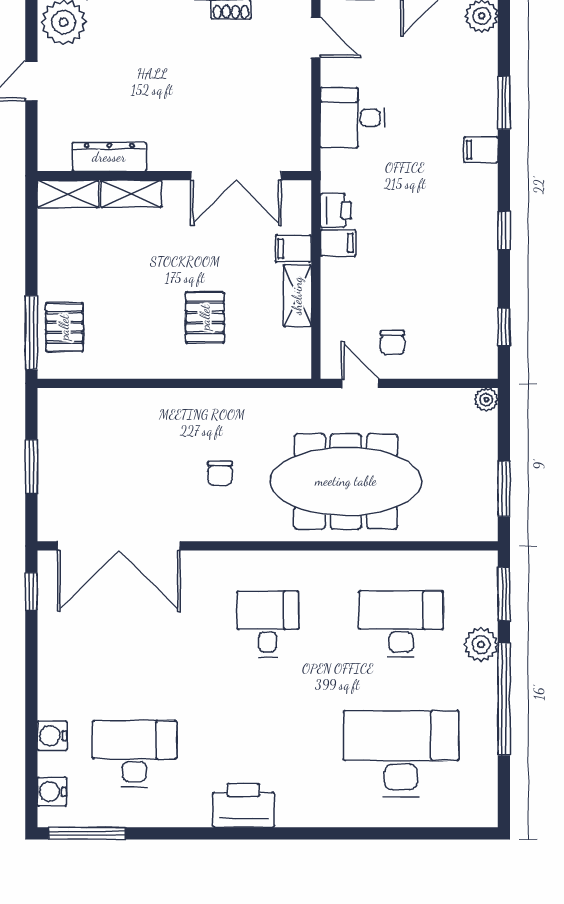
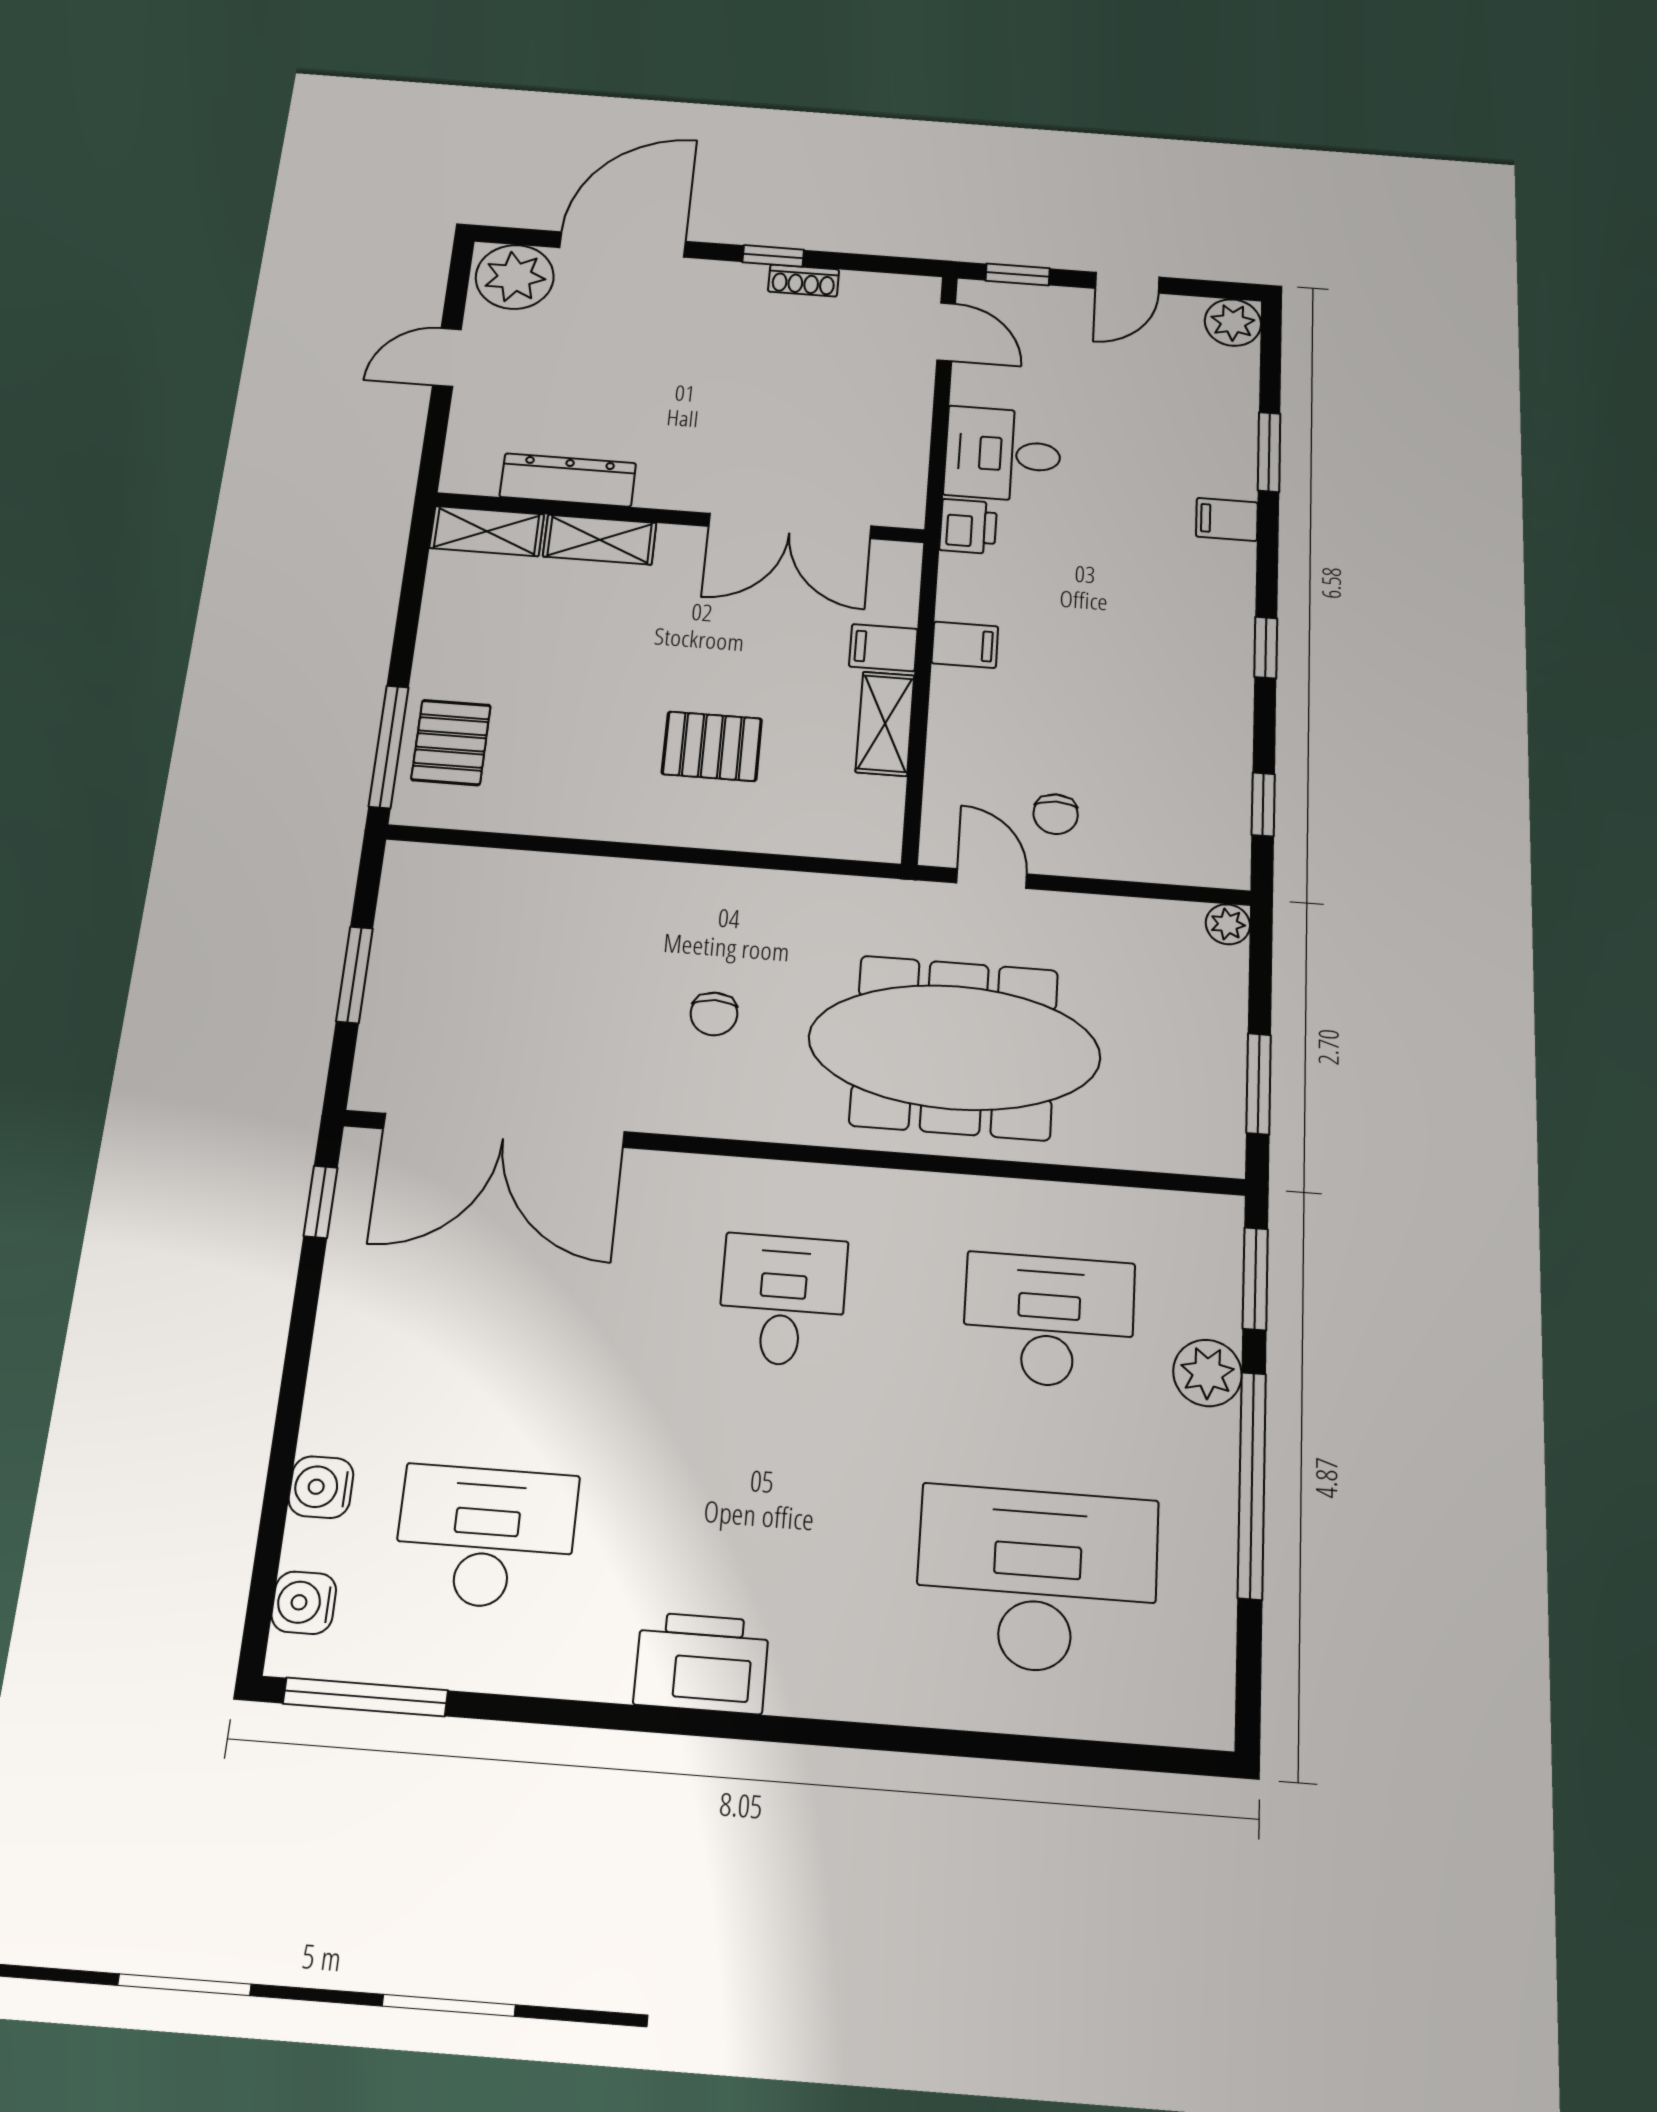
printer: (336, 210) -> (968, 526), moved
pallet: (205, 317) -> (712, 746), turned 90

